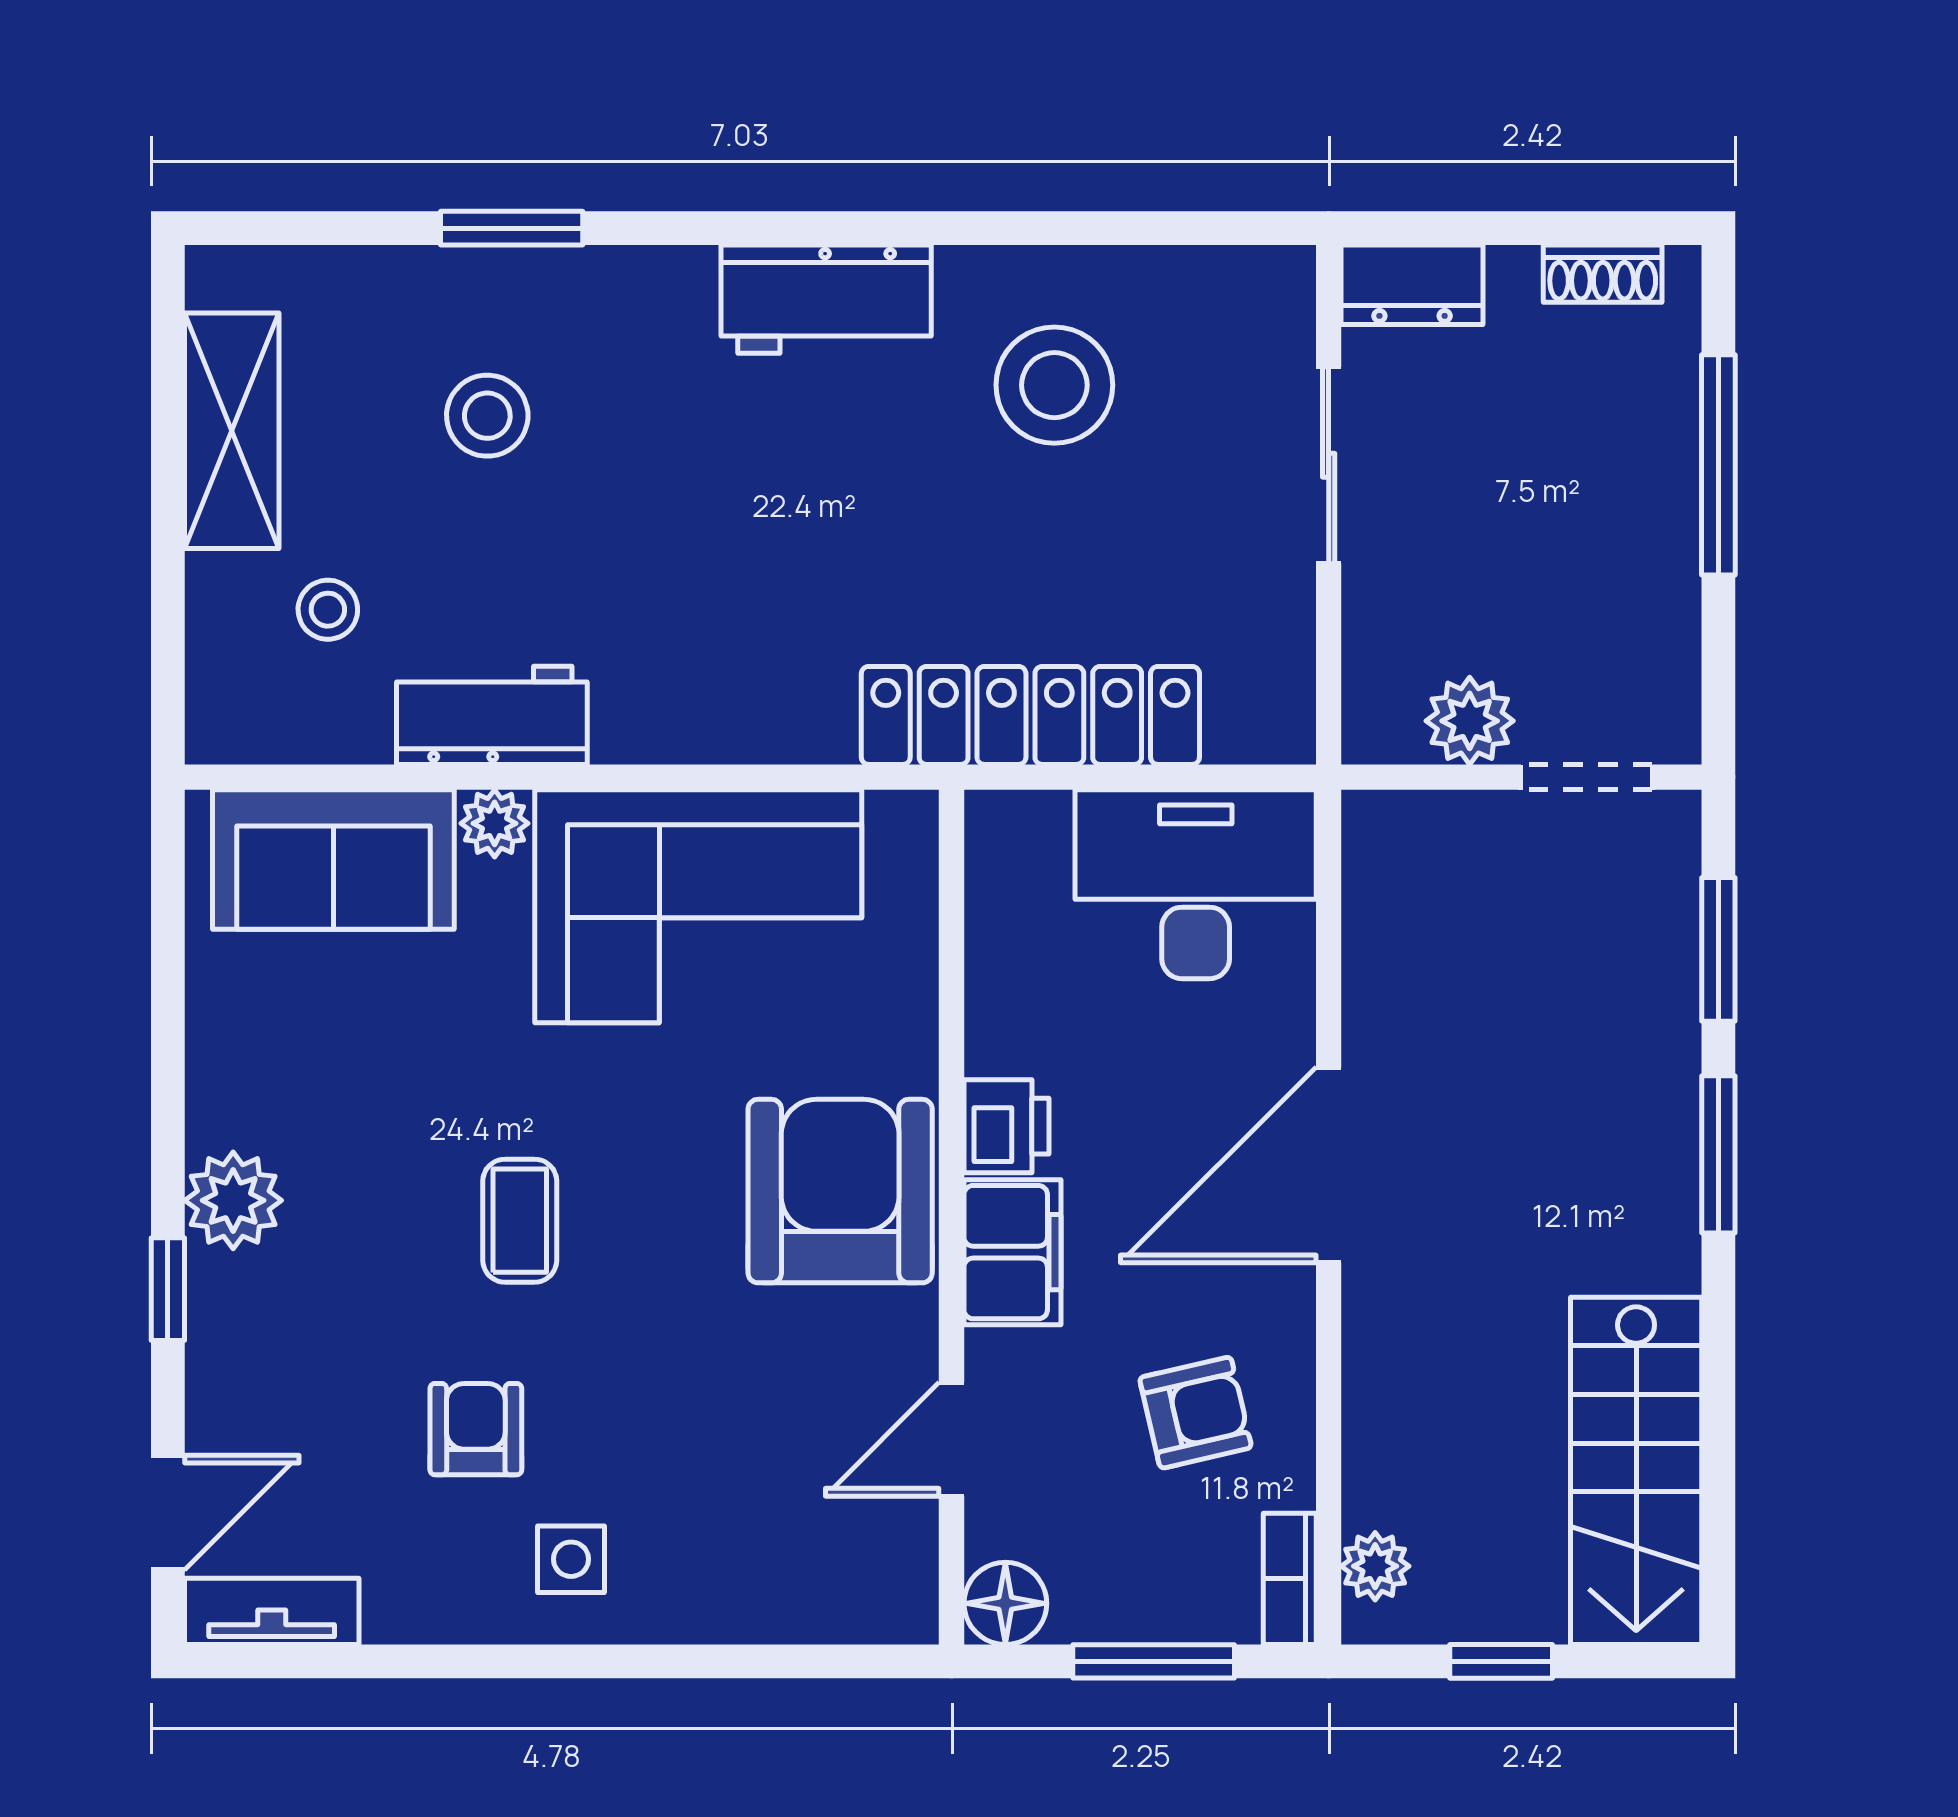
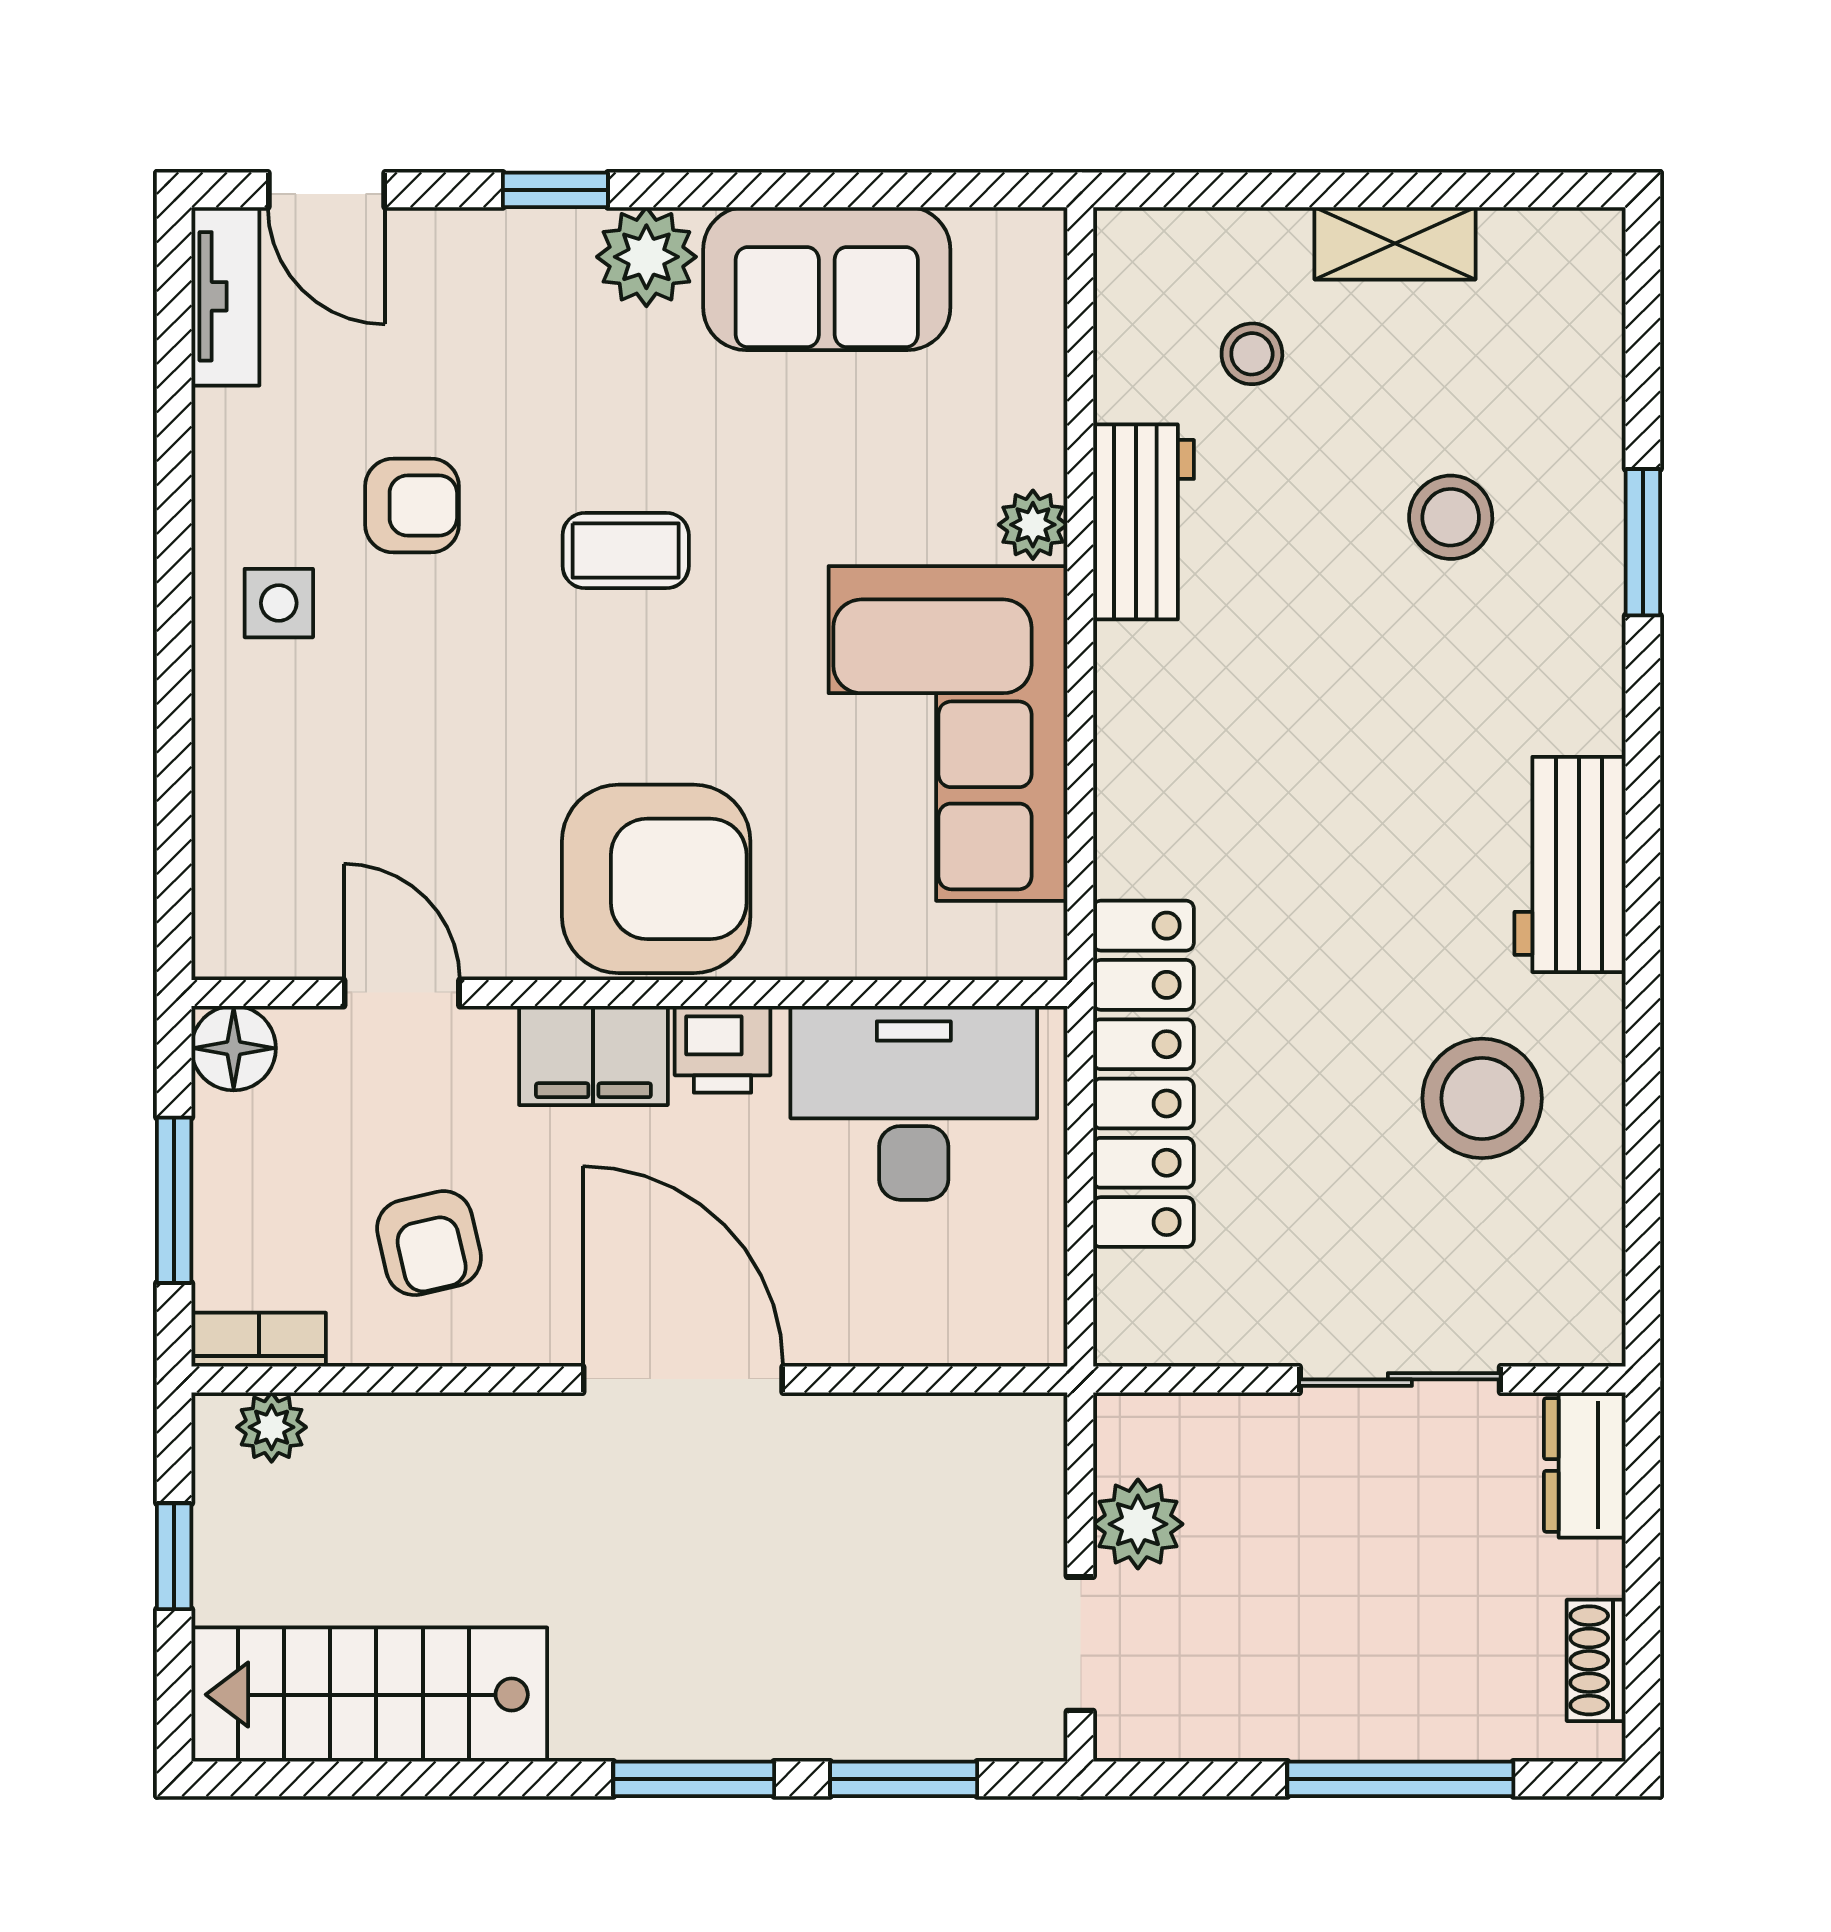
shelving: (232, 431) -> (1395, 243), width x0.67, depth x0.75
sofa: (333, 859) -> (827, 279), moved, turned -90
desk: (1196, 884) -> (914, 1103), moved, turned -90

